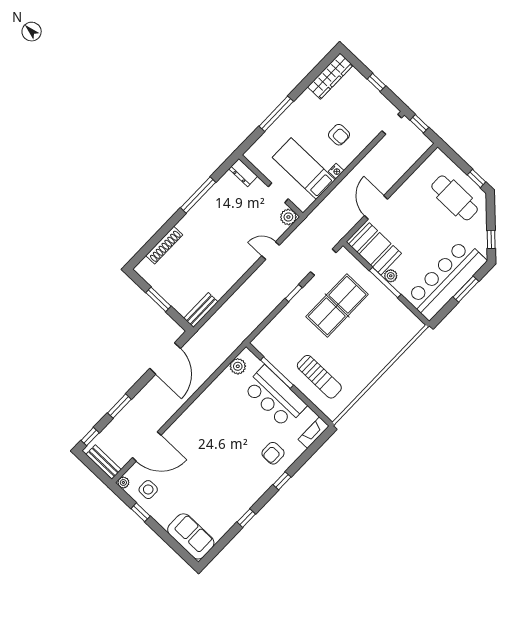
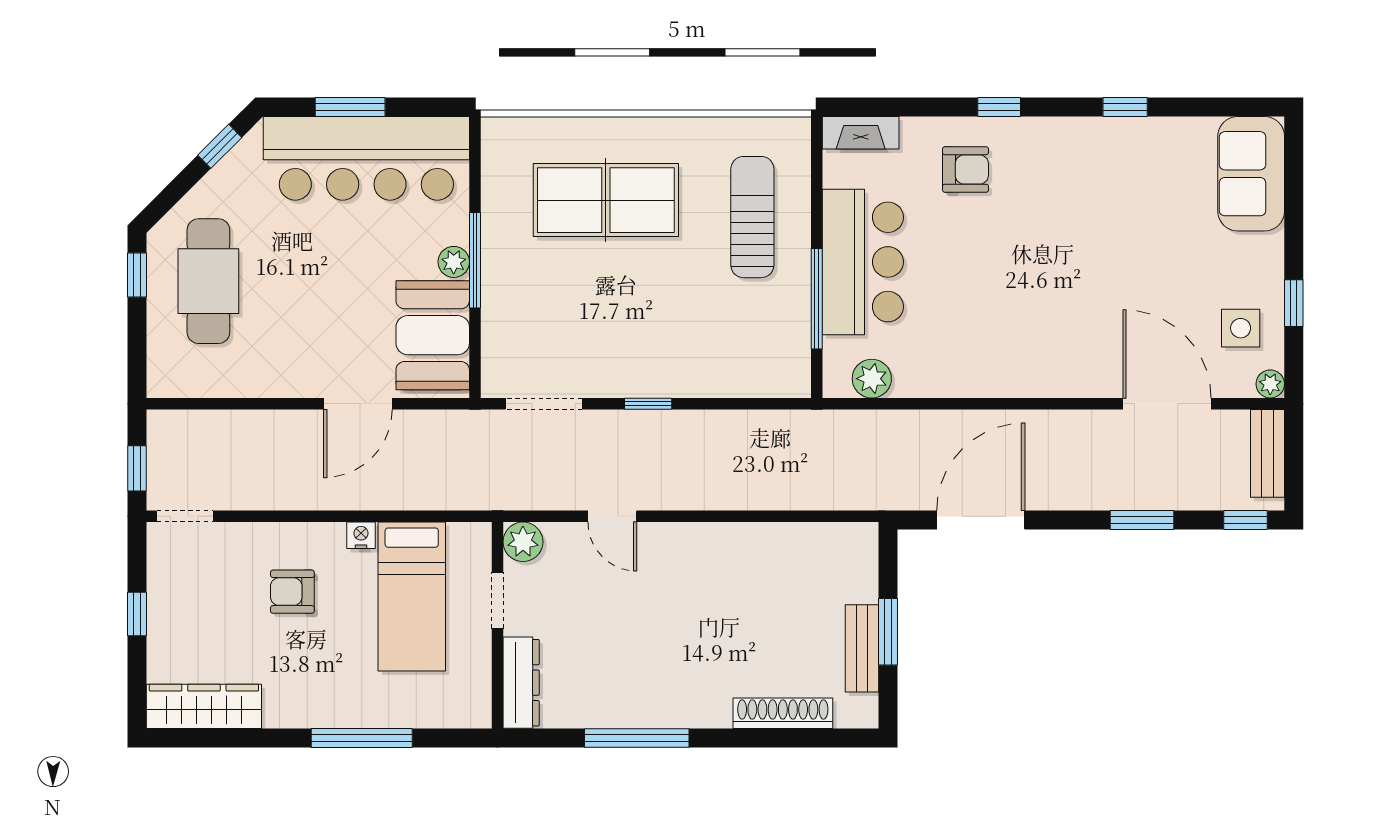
armchair: (339, 135) -> (292, 592), turned -90
dresser: (243, 173) -> (521, 683), width x1.44
table tennis table: (337, 306) -> (606, 200), moved
bench: (201, 310) -> (862, 648), moved, turned 90

